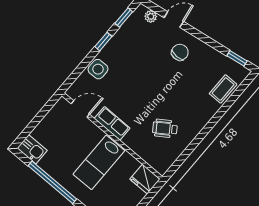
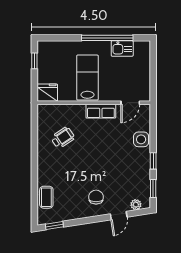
chair: (180, 52) -> (96, 197), turned 180
kitchen sink: (32, 149) -> (122, 48), moved

